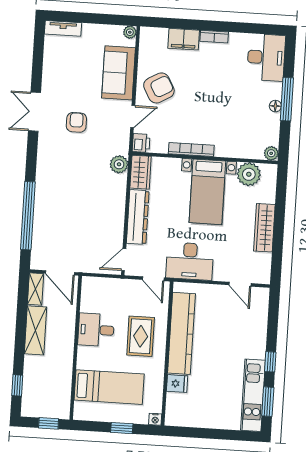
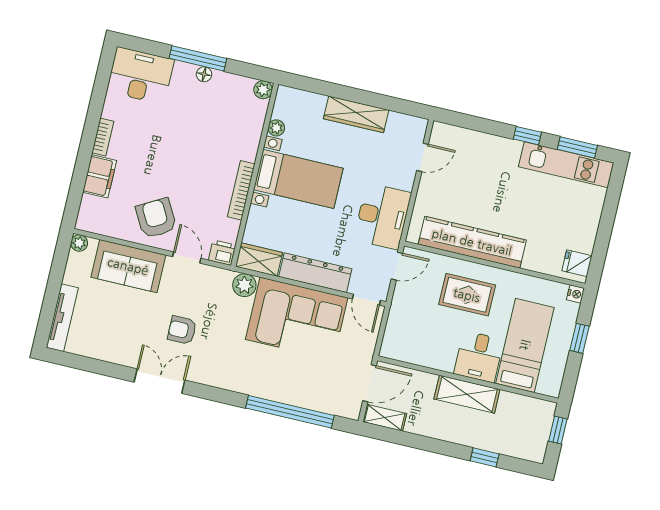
tv unit: (63, 28) -> (62, 318), width x1.41
double door: (34, 112) -> (159, 381), swing flipped
plant: (249, 174) -> (276, 128), width x0.53, depth x0.53
corner sofa: (100, 209) -> (297, 319), added
shelving: (35, 330) -> (467, 394), moved
desk: (96, 330) -> (479, 357), moved
fridge: (177, 384) -> (577, 263), moved, turned -90
window: (17, 385) -> (485, 457), moved

